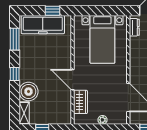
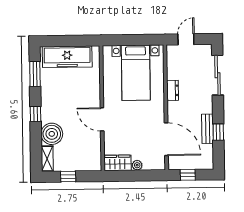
window: (53, 11) -> (78, 41), removed
dresser: (134, 27) -> (173, 90), moved
wardrobe: (80, 102) -> (117, 163), moved, turned -90

